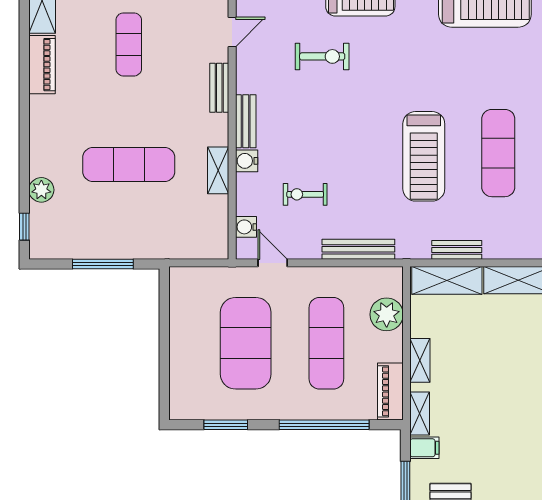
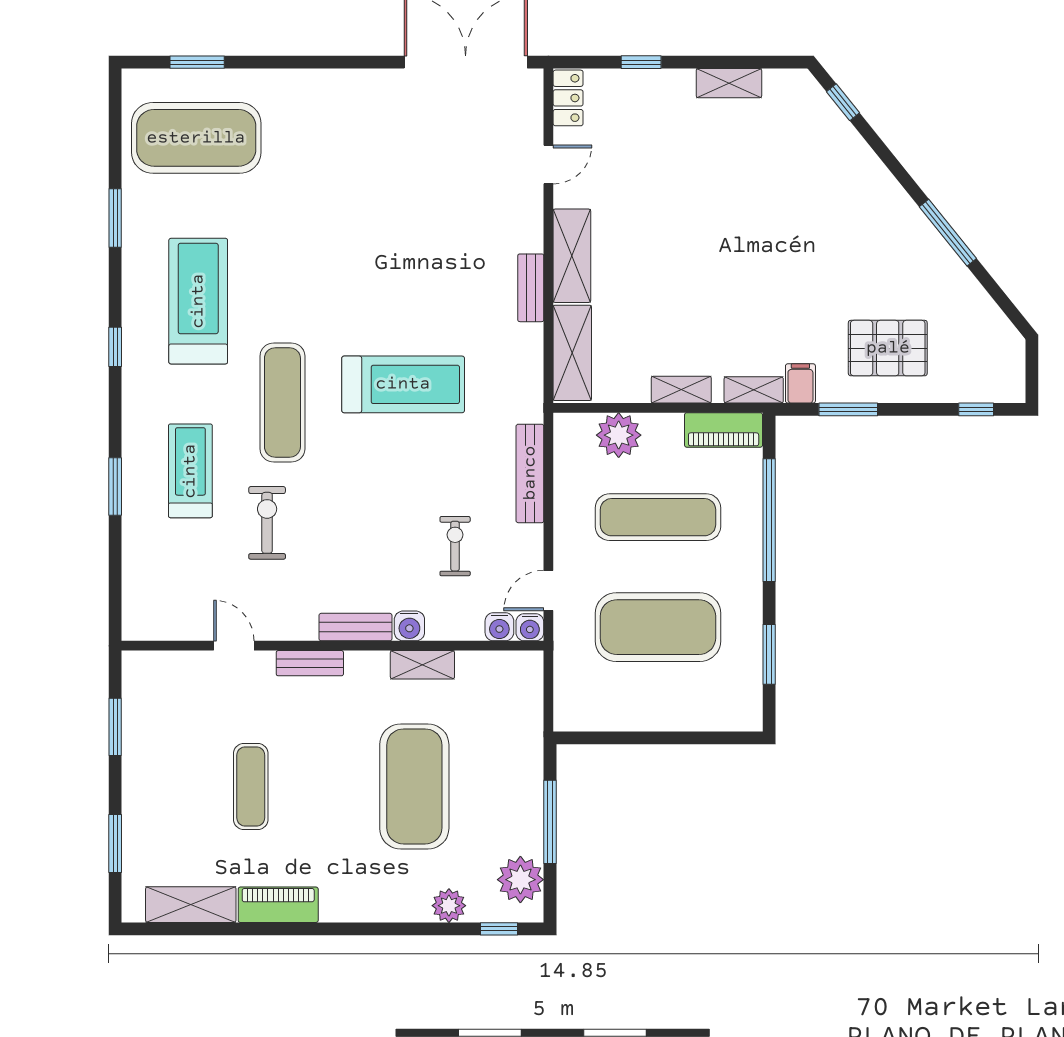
exercise mat: (129, 44) -> (251, 786), turned 90
exercise mat: (498, 153) -> (282, 402), moved, turned 90
exercise mat: (129, 164) -> (414, 786), width x1.47
exercise bike: (305, 194) -> (455, 546), turned 180
plant: (60, 242) -> (520, 880), added
water cooler: (246, 249) -> (530, 627), added
bench: (457, 250) -> (531, 288), moved

